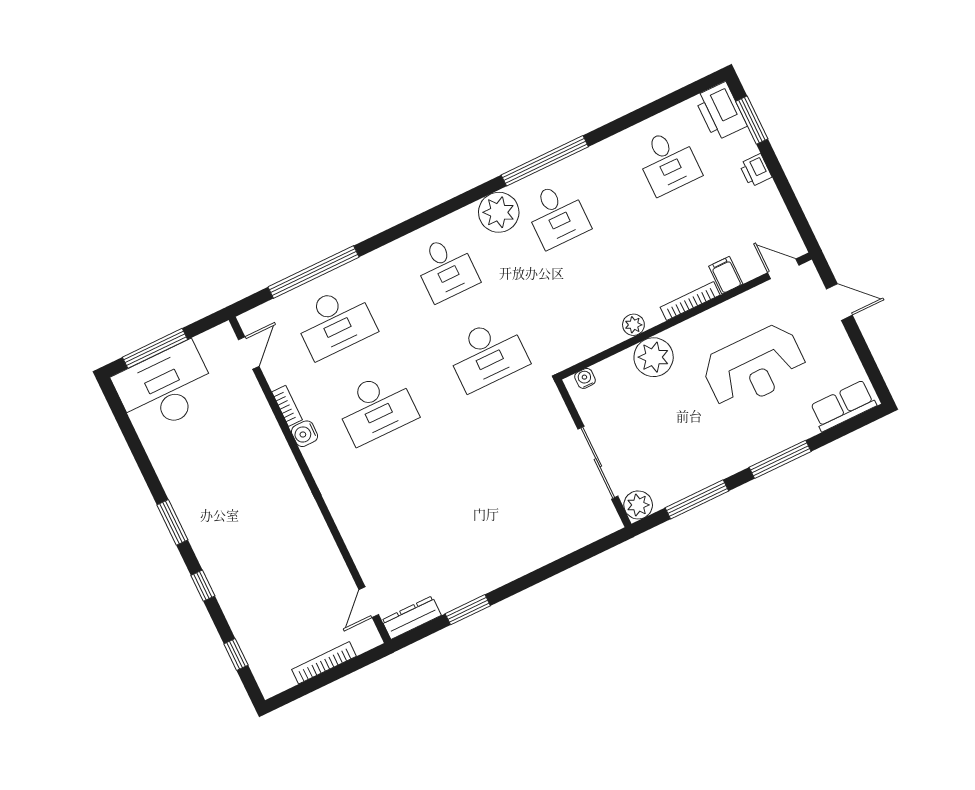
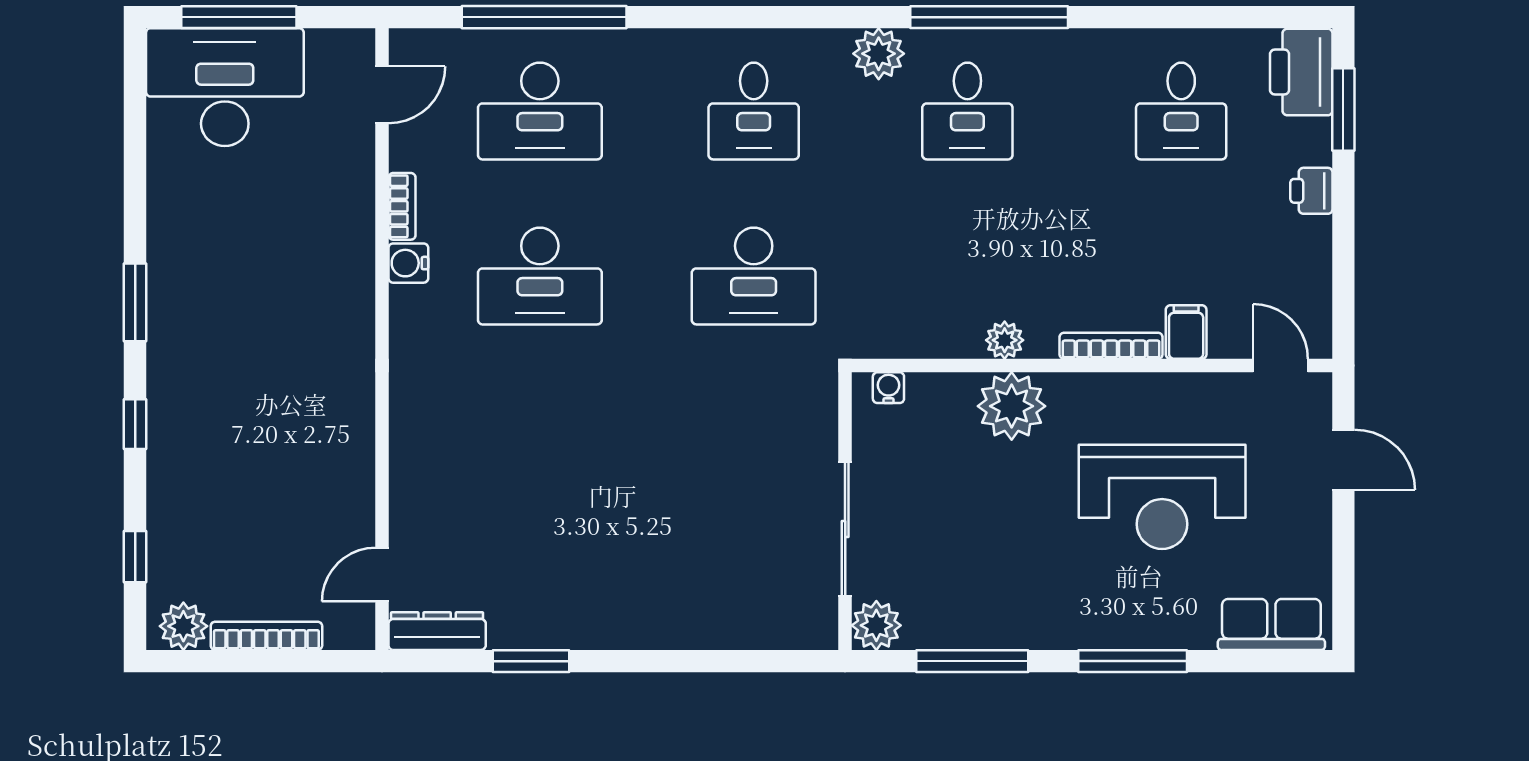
plant: (499, 212) -> (879, 54), width x0.73, depth x0.73
plant: (278, 679) -> (183, 626), added

